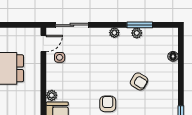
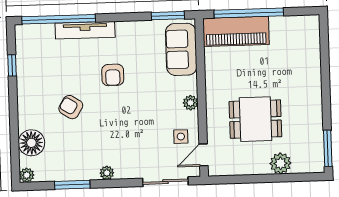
plant: (137, 33) -> (27, 175), moved
floor lamp: (173, 56) -> (31, 143), width x1.89, depth x1.89
plant: (52, 95) -> (191, 103), moved

